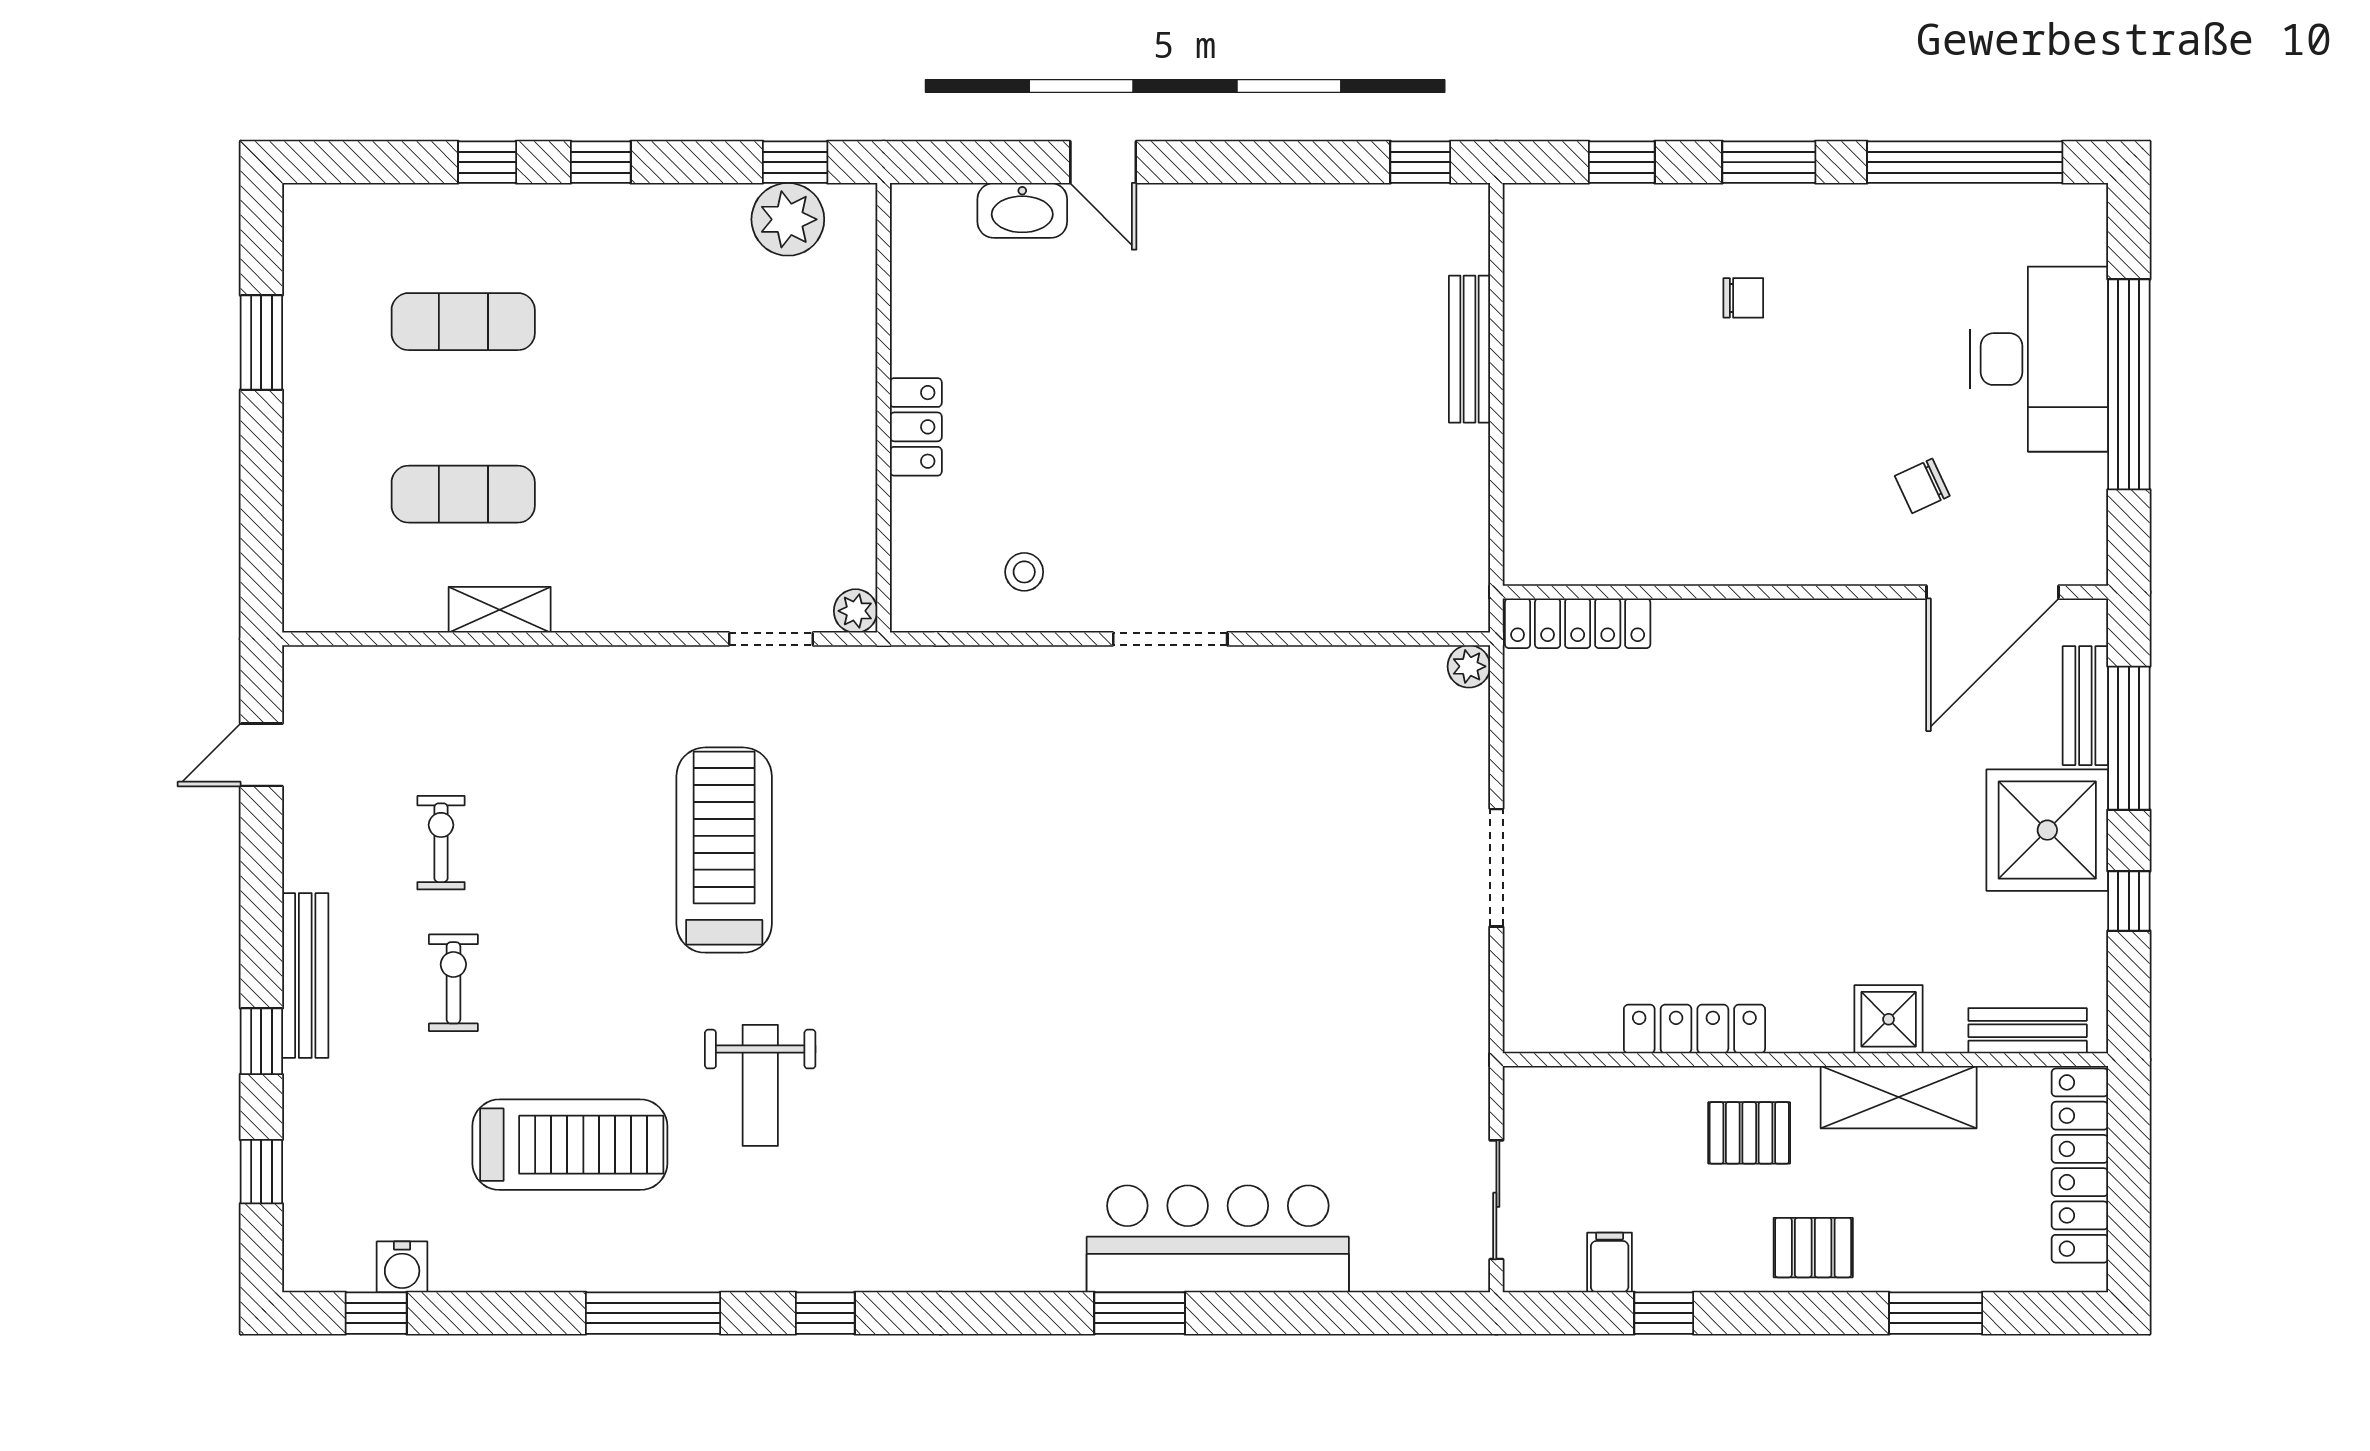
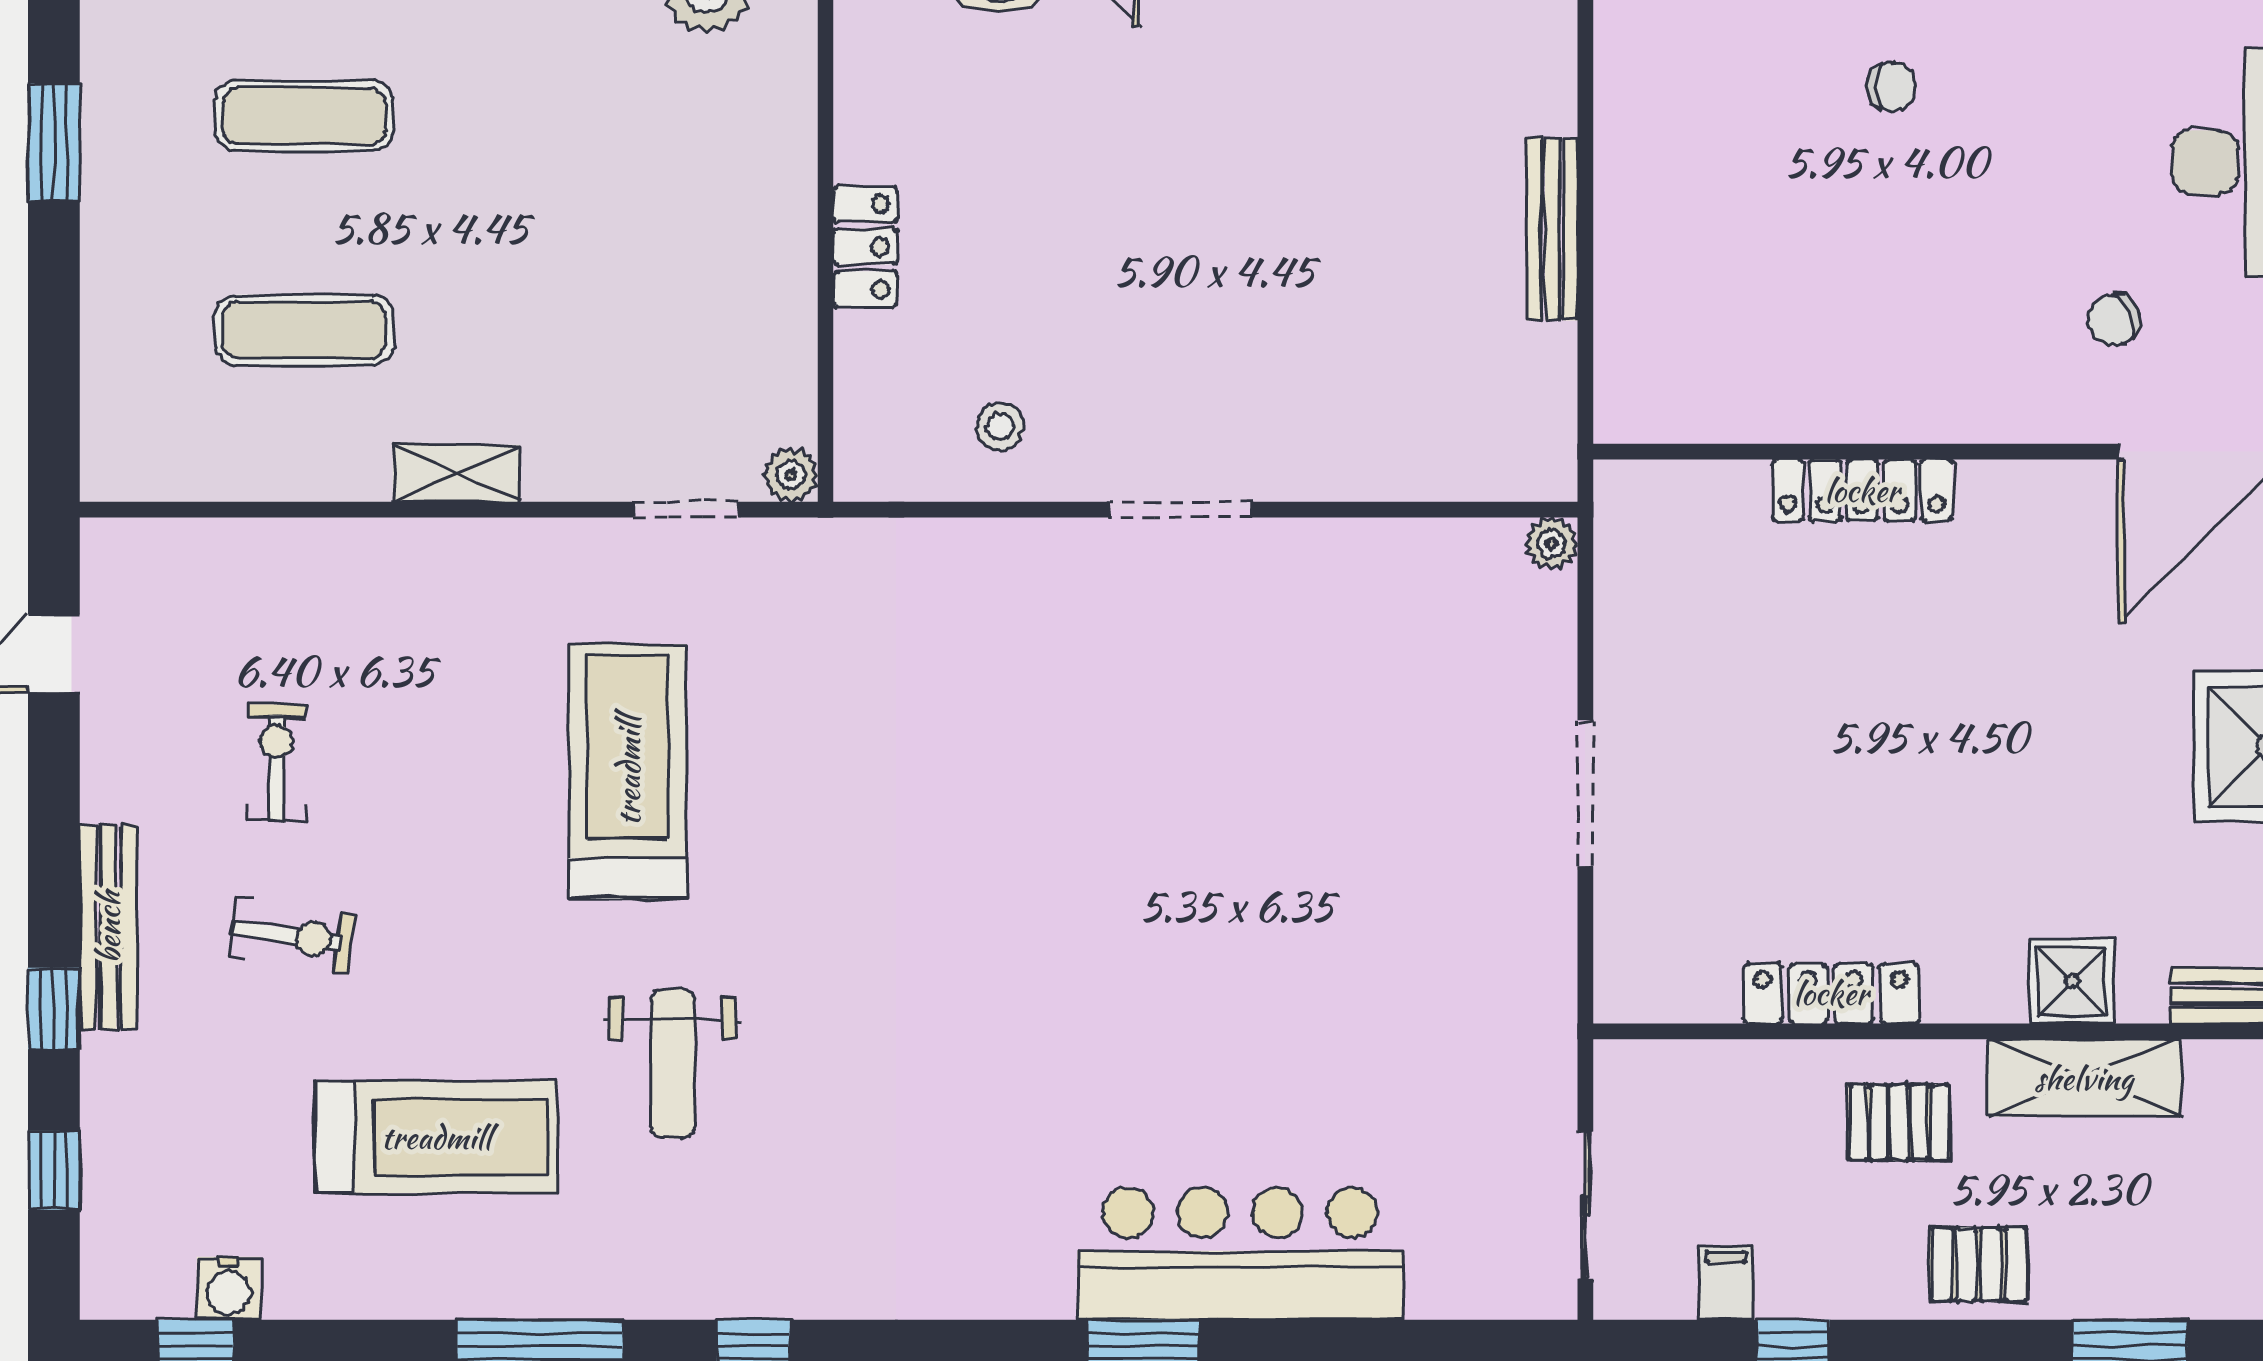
bench: (1470, 349) -> (1552, 229), moved
shelving: (500, 610) -> (456, 473), moved
locker: (1578, 623) -> (1862, 490), moved
exercise bike: (453, 983) -> (292, 936), turned 98

